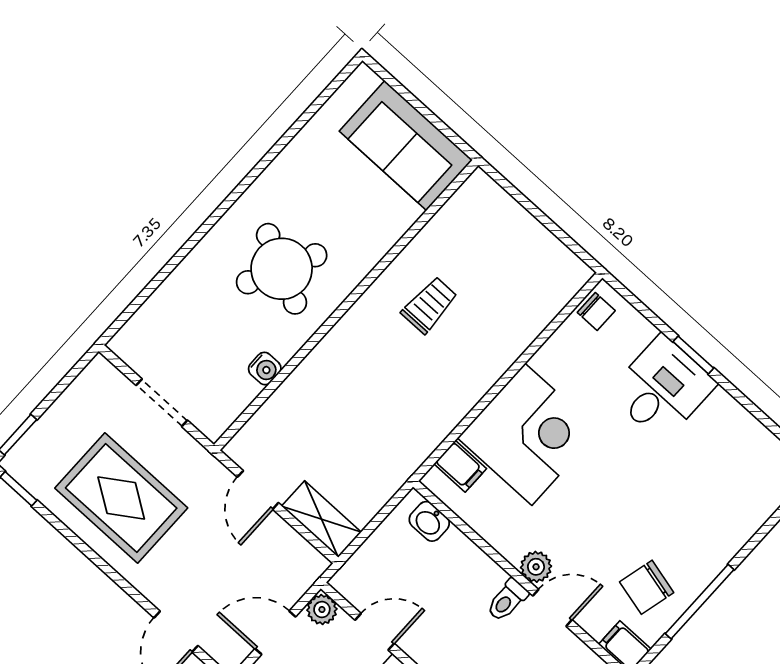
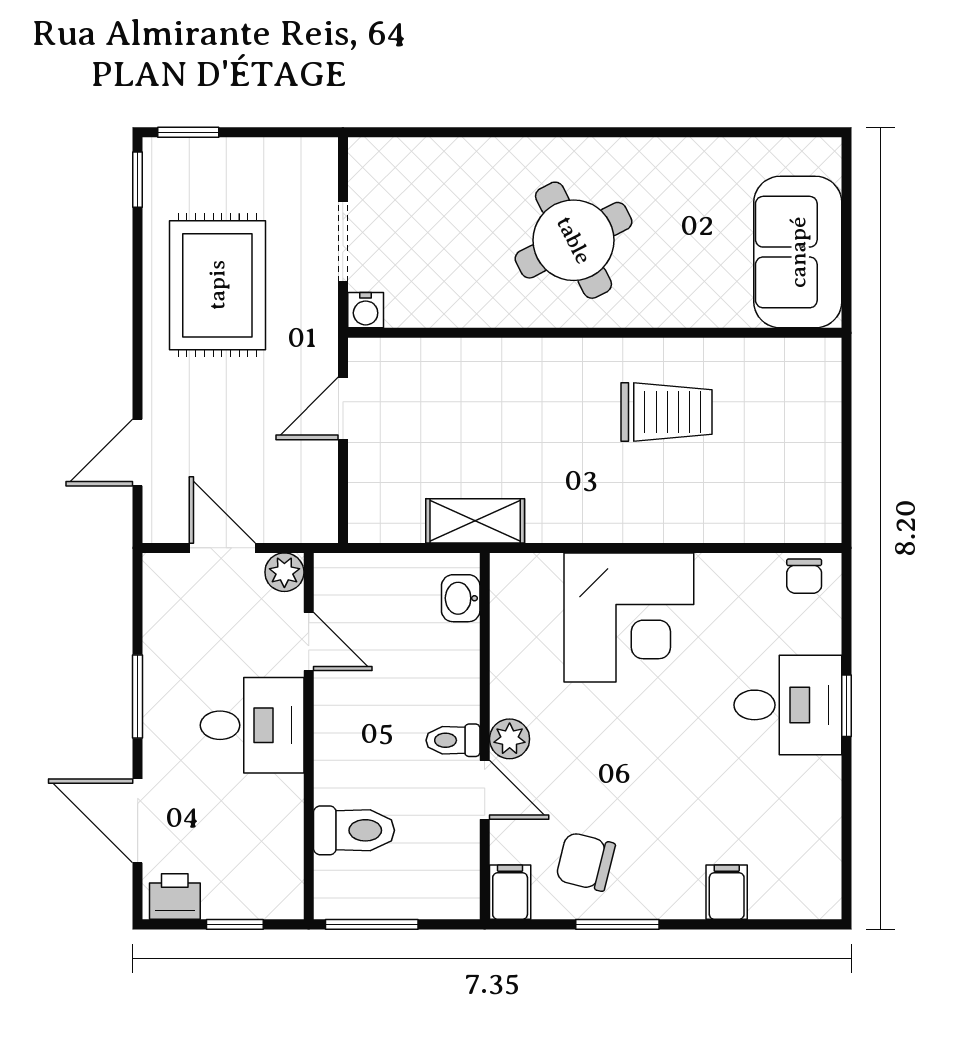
round table: (282, 269) -> (574, 240), turned 37
trolley: (429, 305) -> (667, 412), width x1.36, depth x1.39
water cooler: (265, 369) -> (366, 310), moved
filing cabinet: (460, 466) -> (727, 892), moved, turned 180
shelving: (321, 519) -> (475, 521), moved, turned 90
window: (700, 602) -> (617, 924), width x0.69

